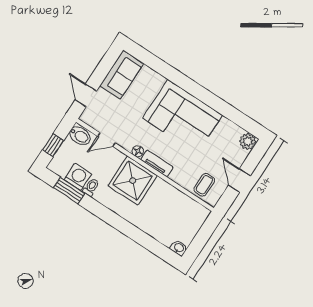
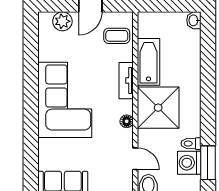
plant: (248, 141) -> (62, 21), moved
tv unit: (157, 163) -> (126, 81), moved
bathtub: (170, 195) -> (149, 62), added

